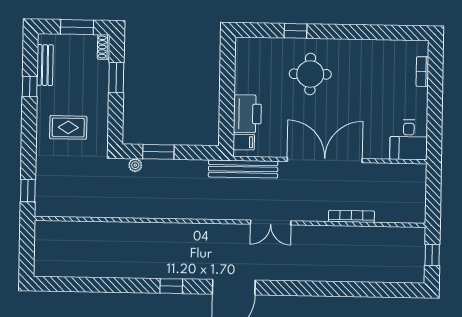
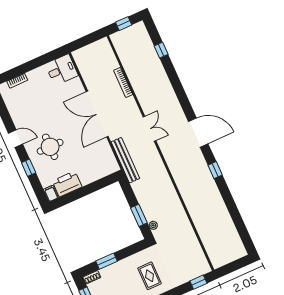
door: (344, 32) -> (16, 139), added
printer: (247, 114) -> (67, 184), moved
filing cabinet: (244, 142) -> (51, 193), moved
window: (371, 290) -> (161, 50), added

